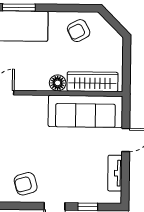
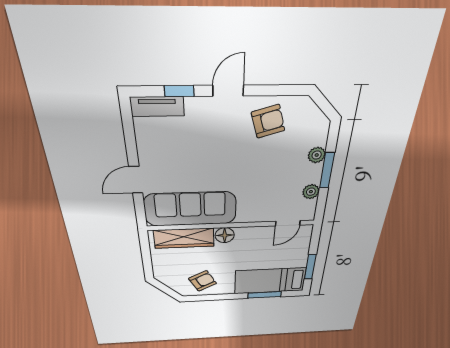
tv unit: (115, 173) -> (157, 106), moved, turned 90

